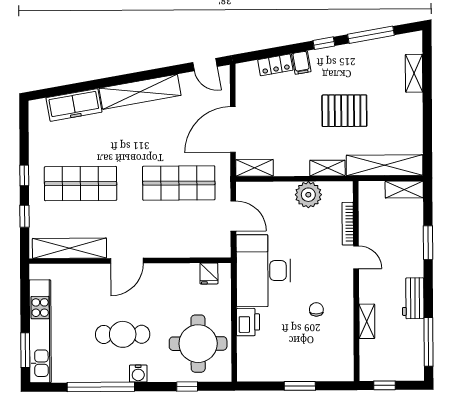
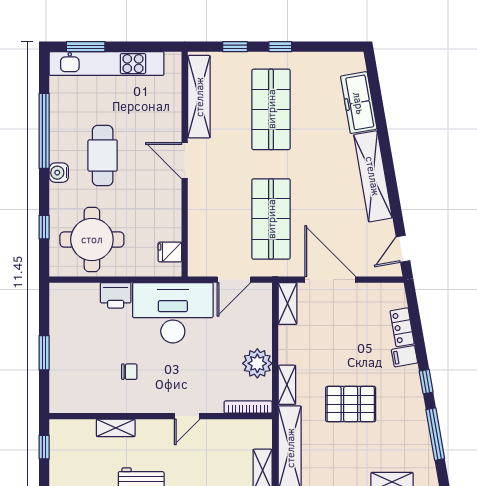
pallet: (344, 111) -> (351, 404), turned 90
bookcase: (348, 224) -> (248, 407), moved

